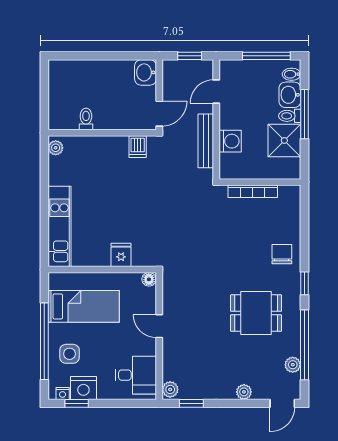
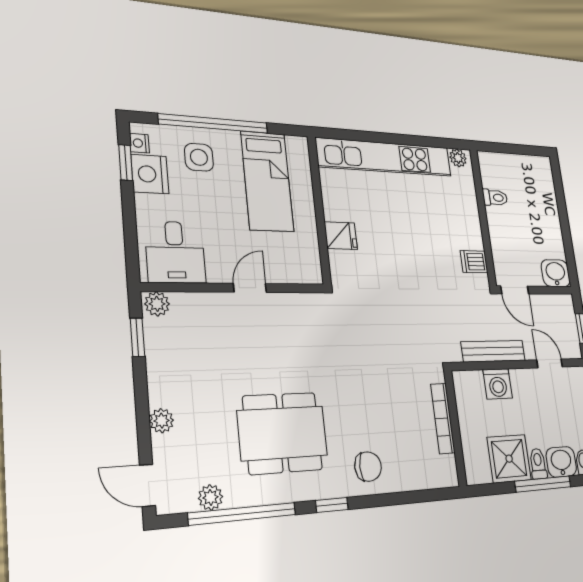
kitchen unit: (59, 226) -> (385, 157), width x1.36
floor lamp: (149, 279) -> (313, 274), removed
dining table: (256, 313) -> (283, 433), width x1.38

